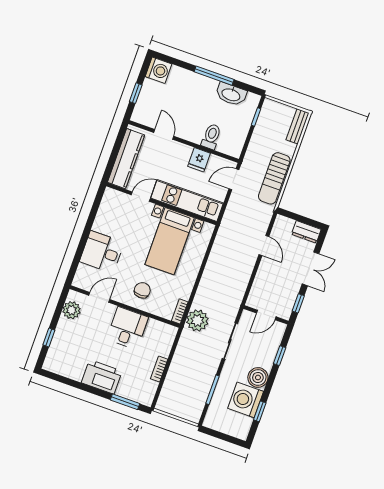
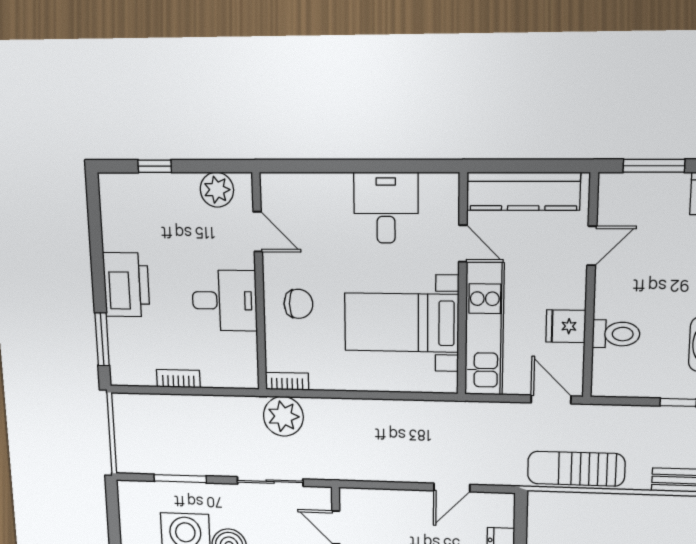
window: (136, 93) -> (654, 166), width x1.50
desk: (102, 252) -> (386, 208), moved

